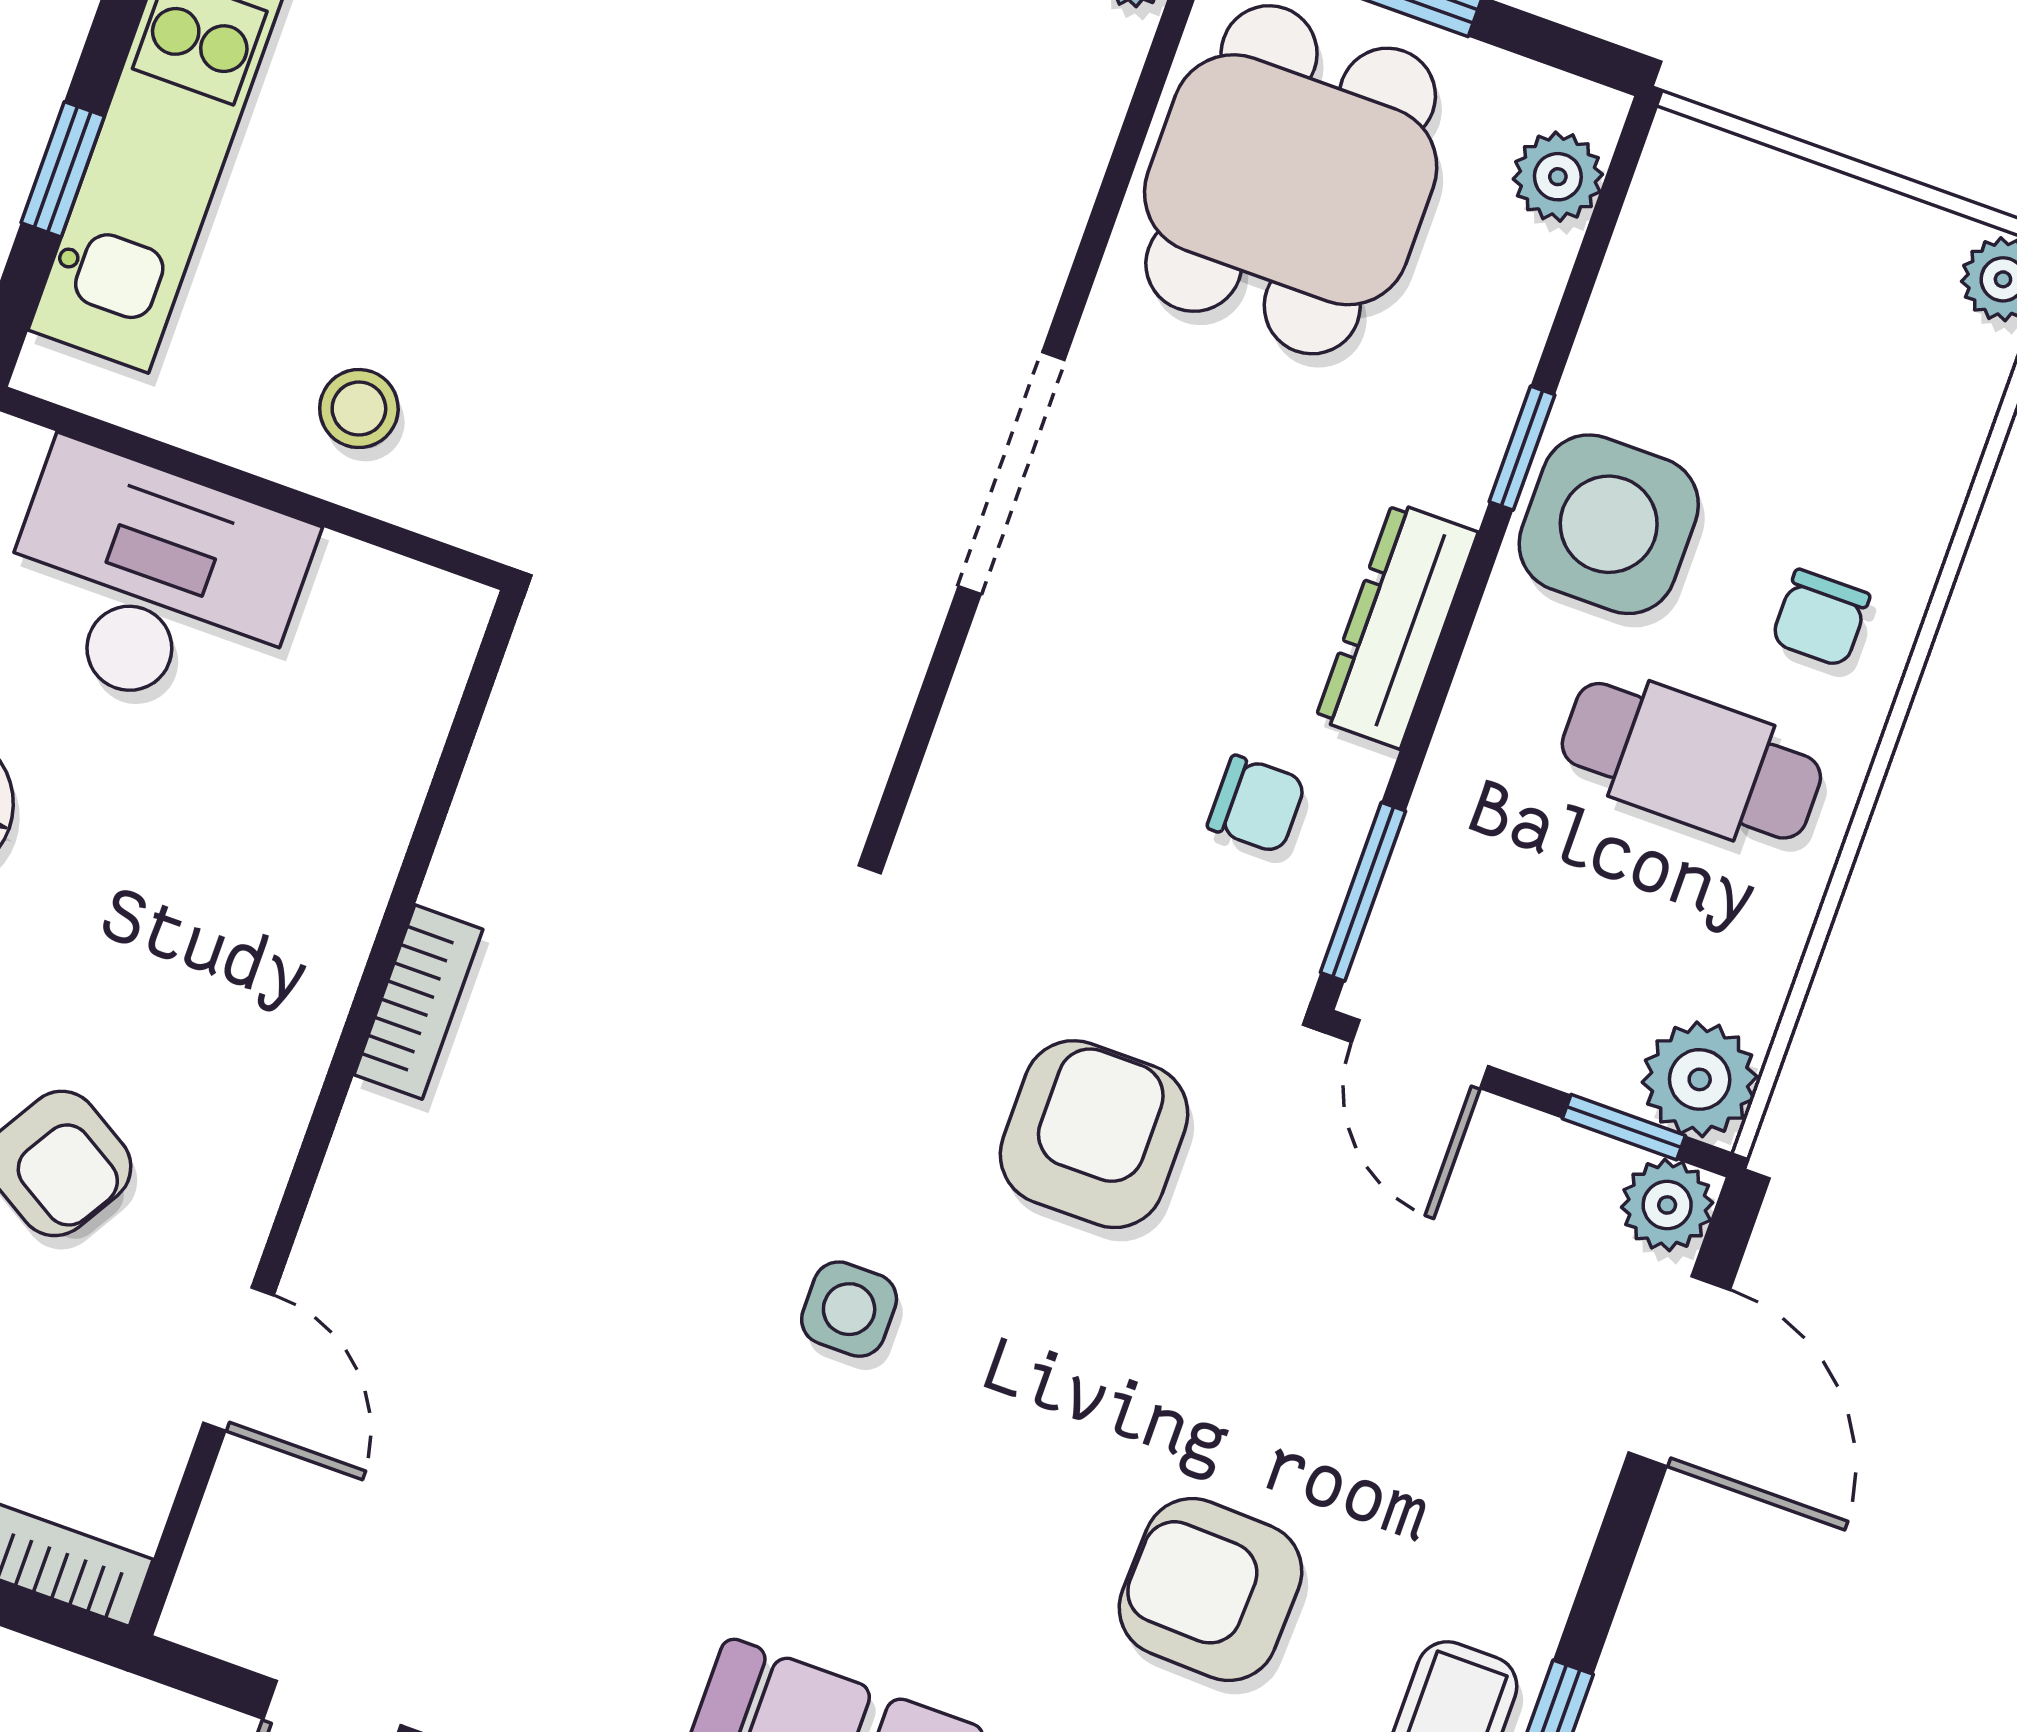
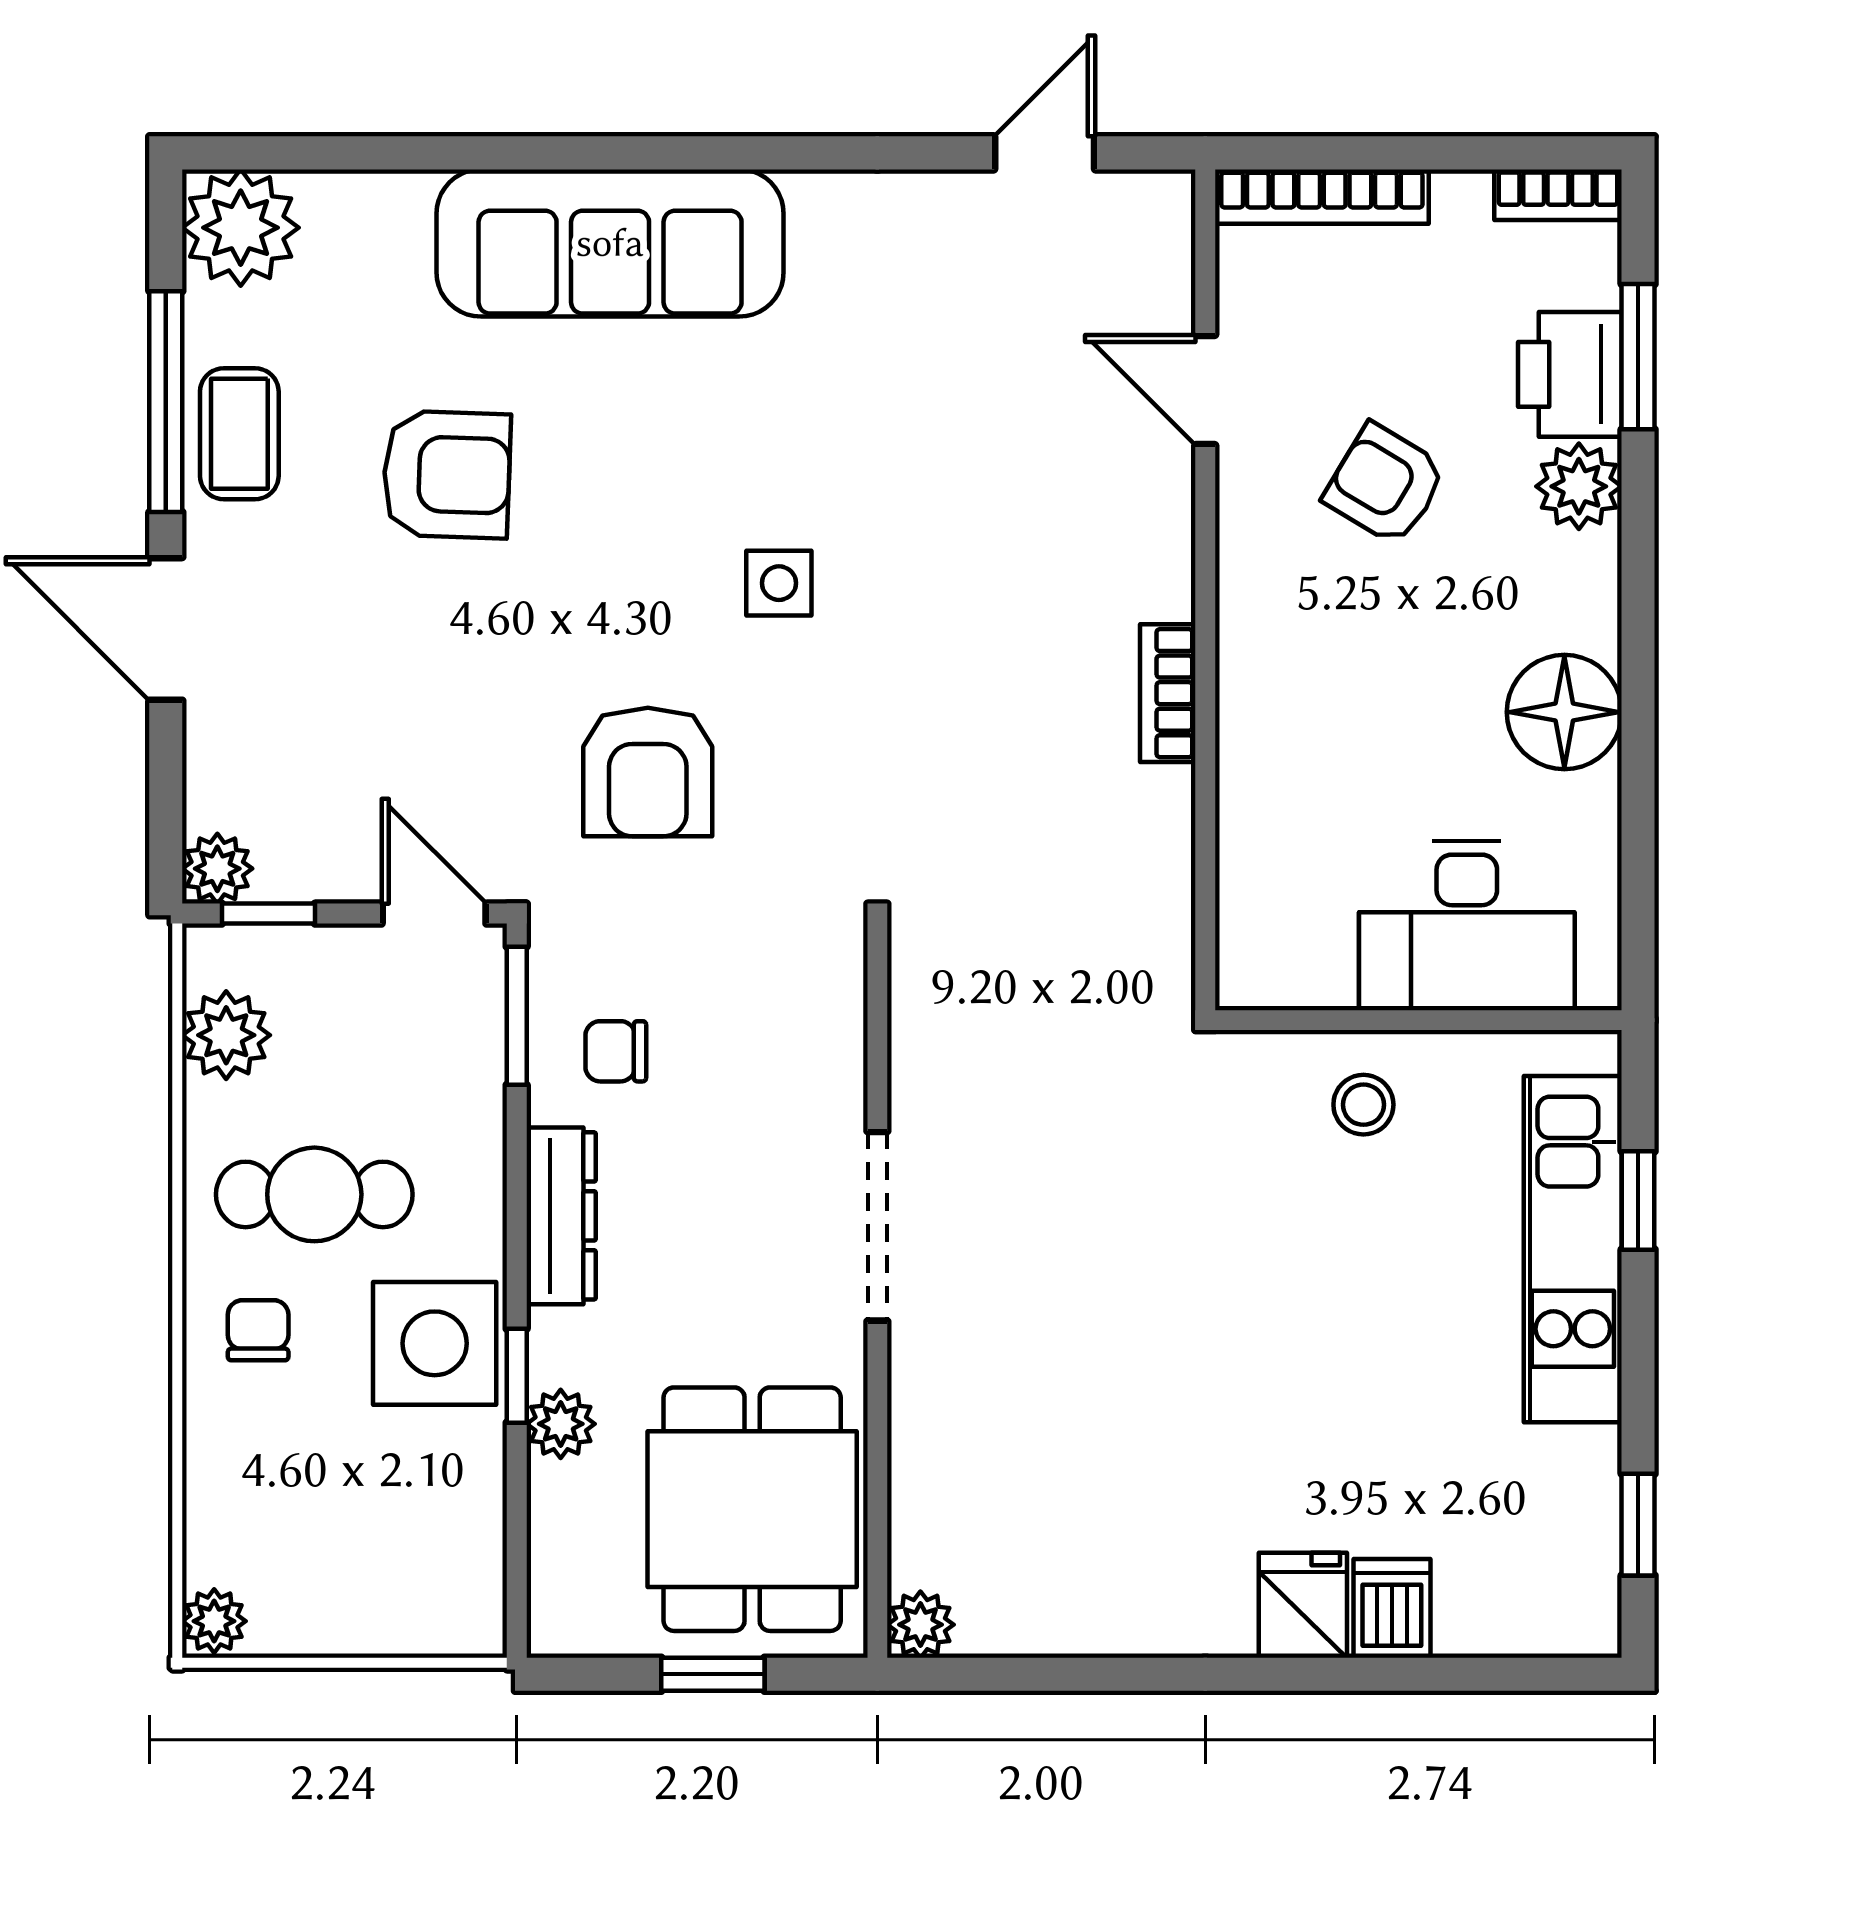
plant: (1558, 177) -> (561, 1424), moved
plant: (1700, 1079) -> (226, 1035), moved
door: (1679, 1371) -> (166, 629), moved

